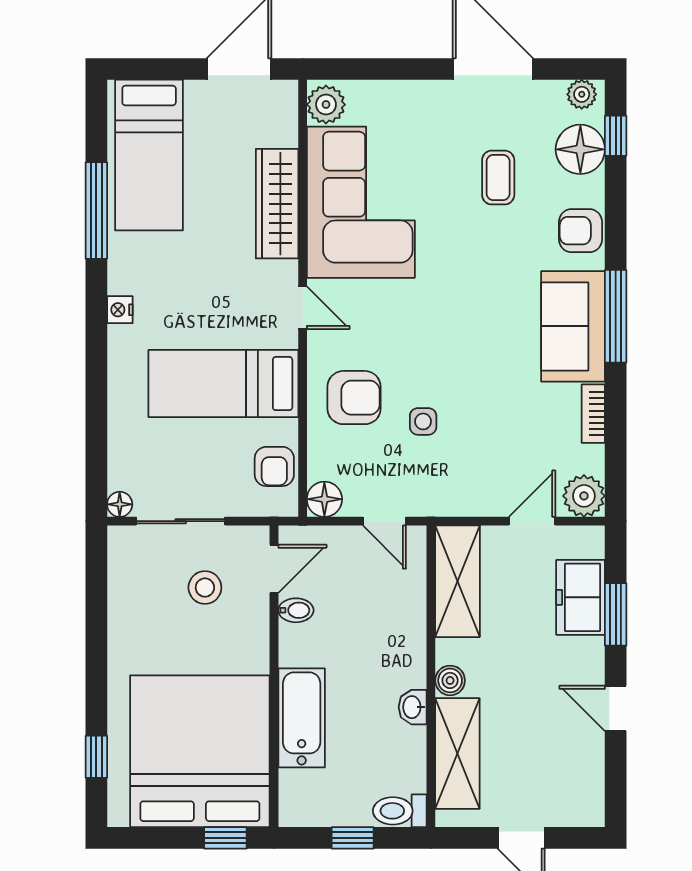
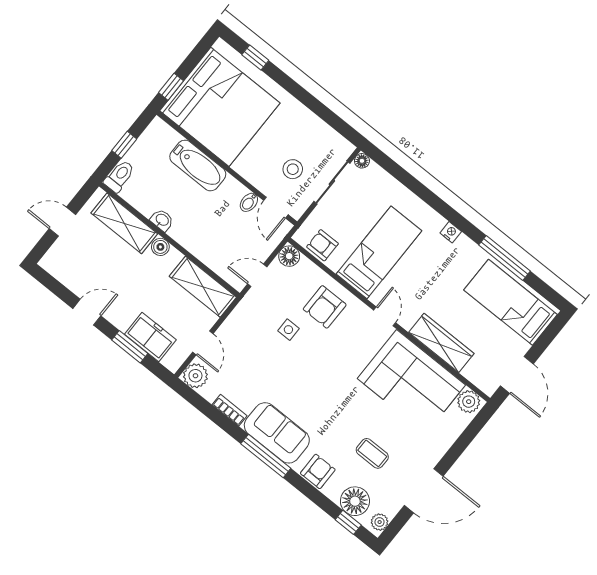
door: (303, 308) -> (385, 316), swing flipped

